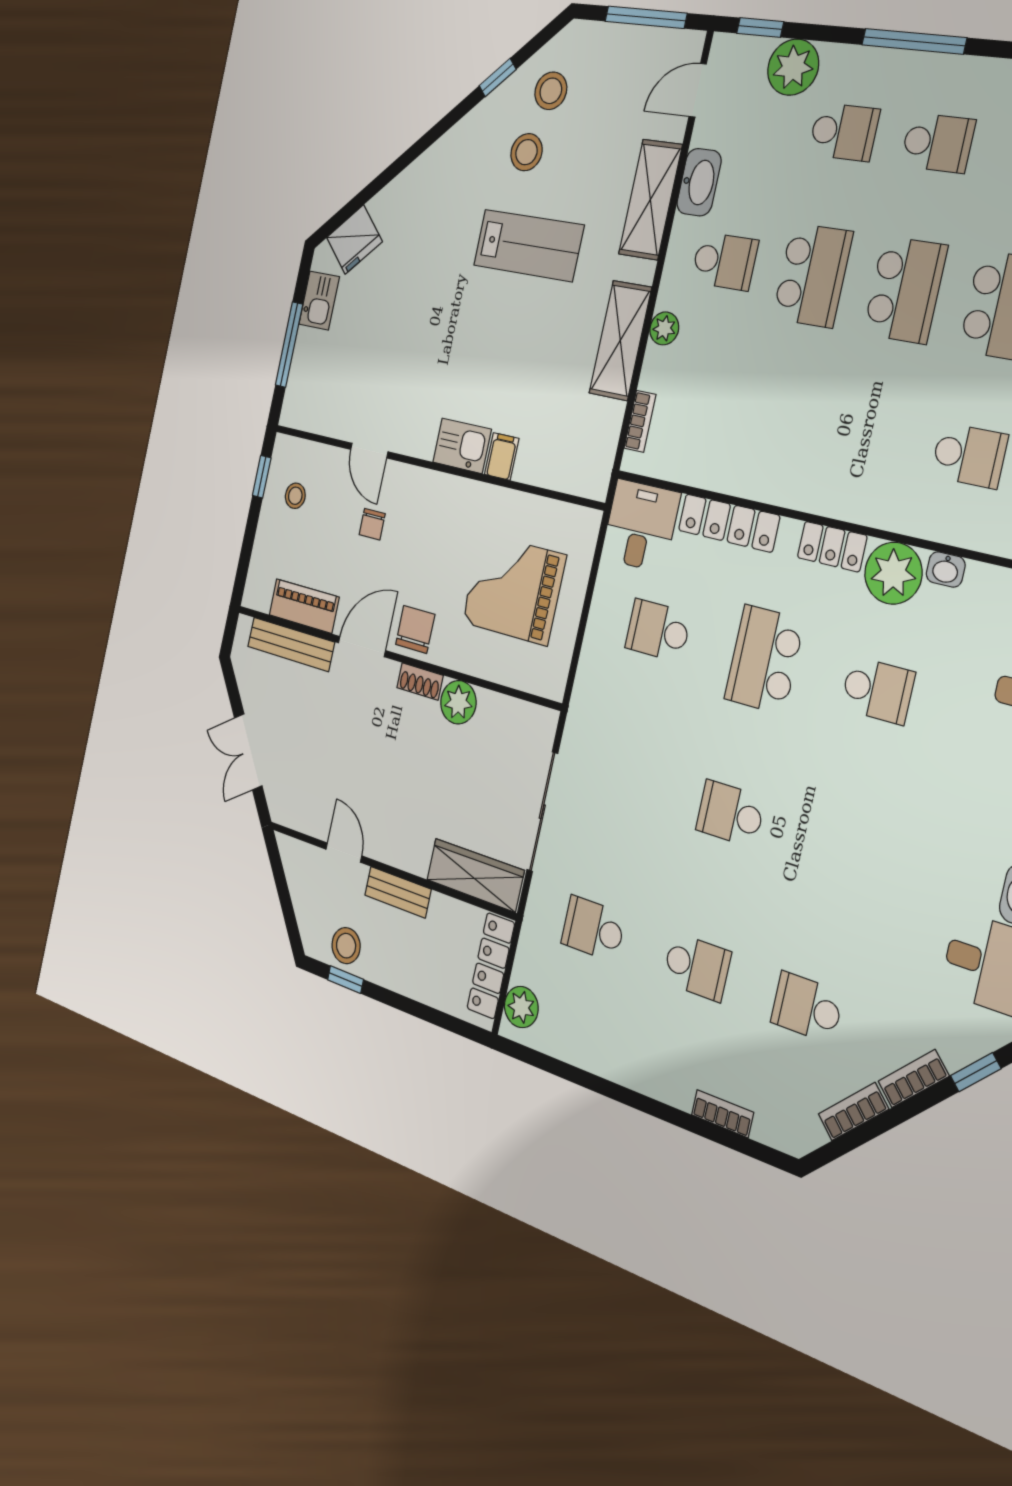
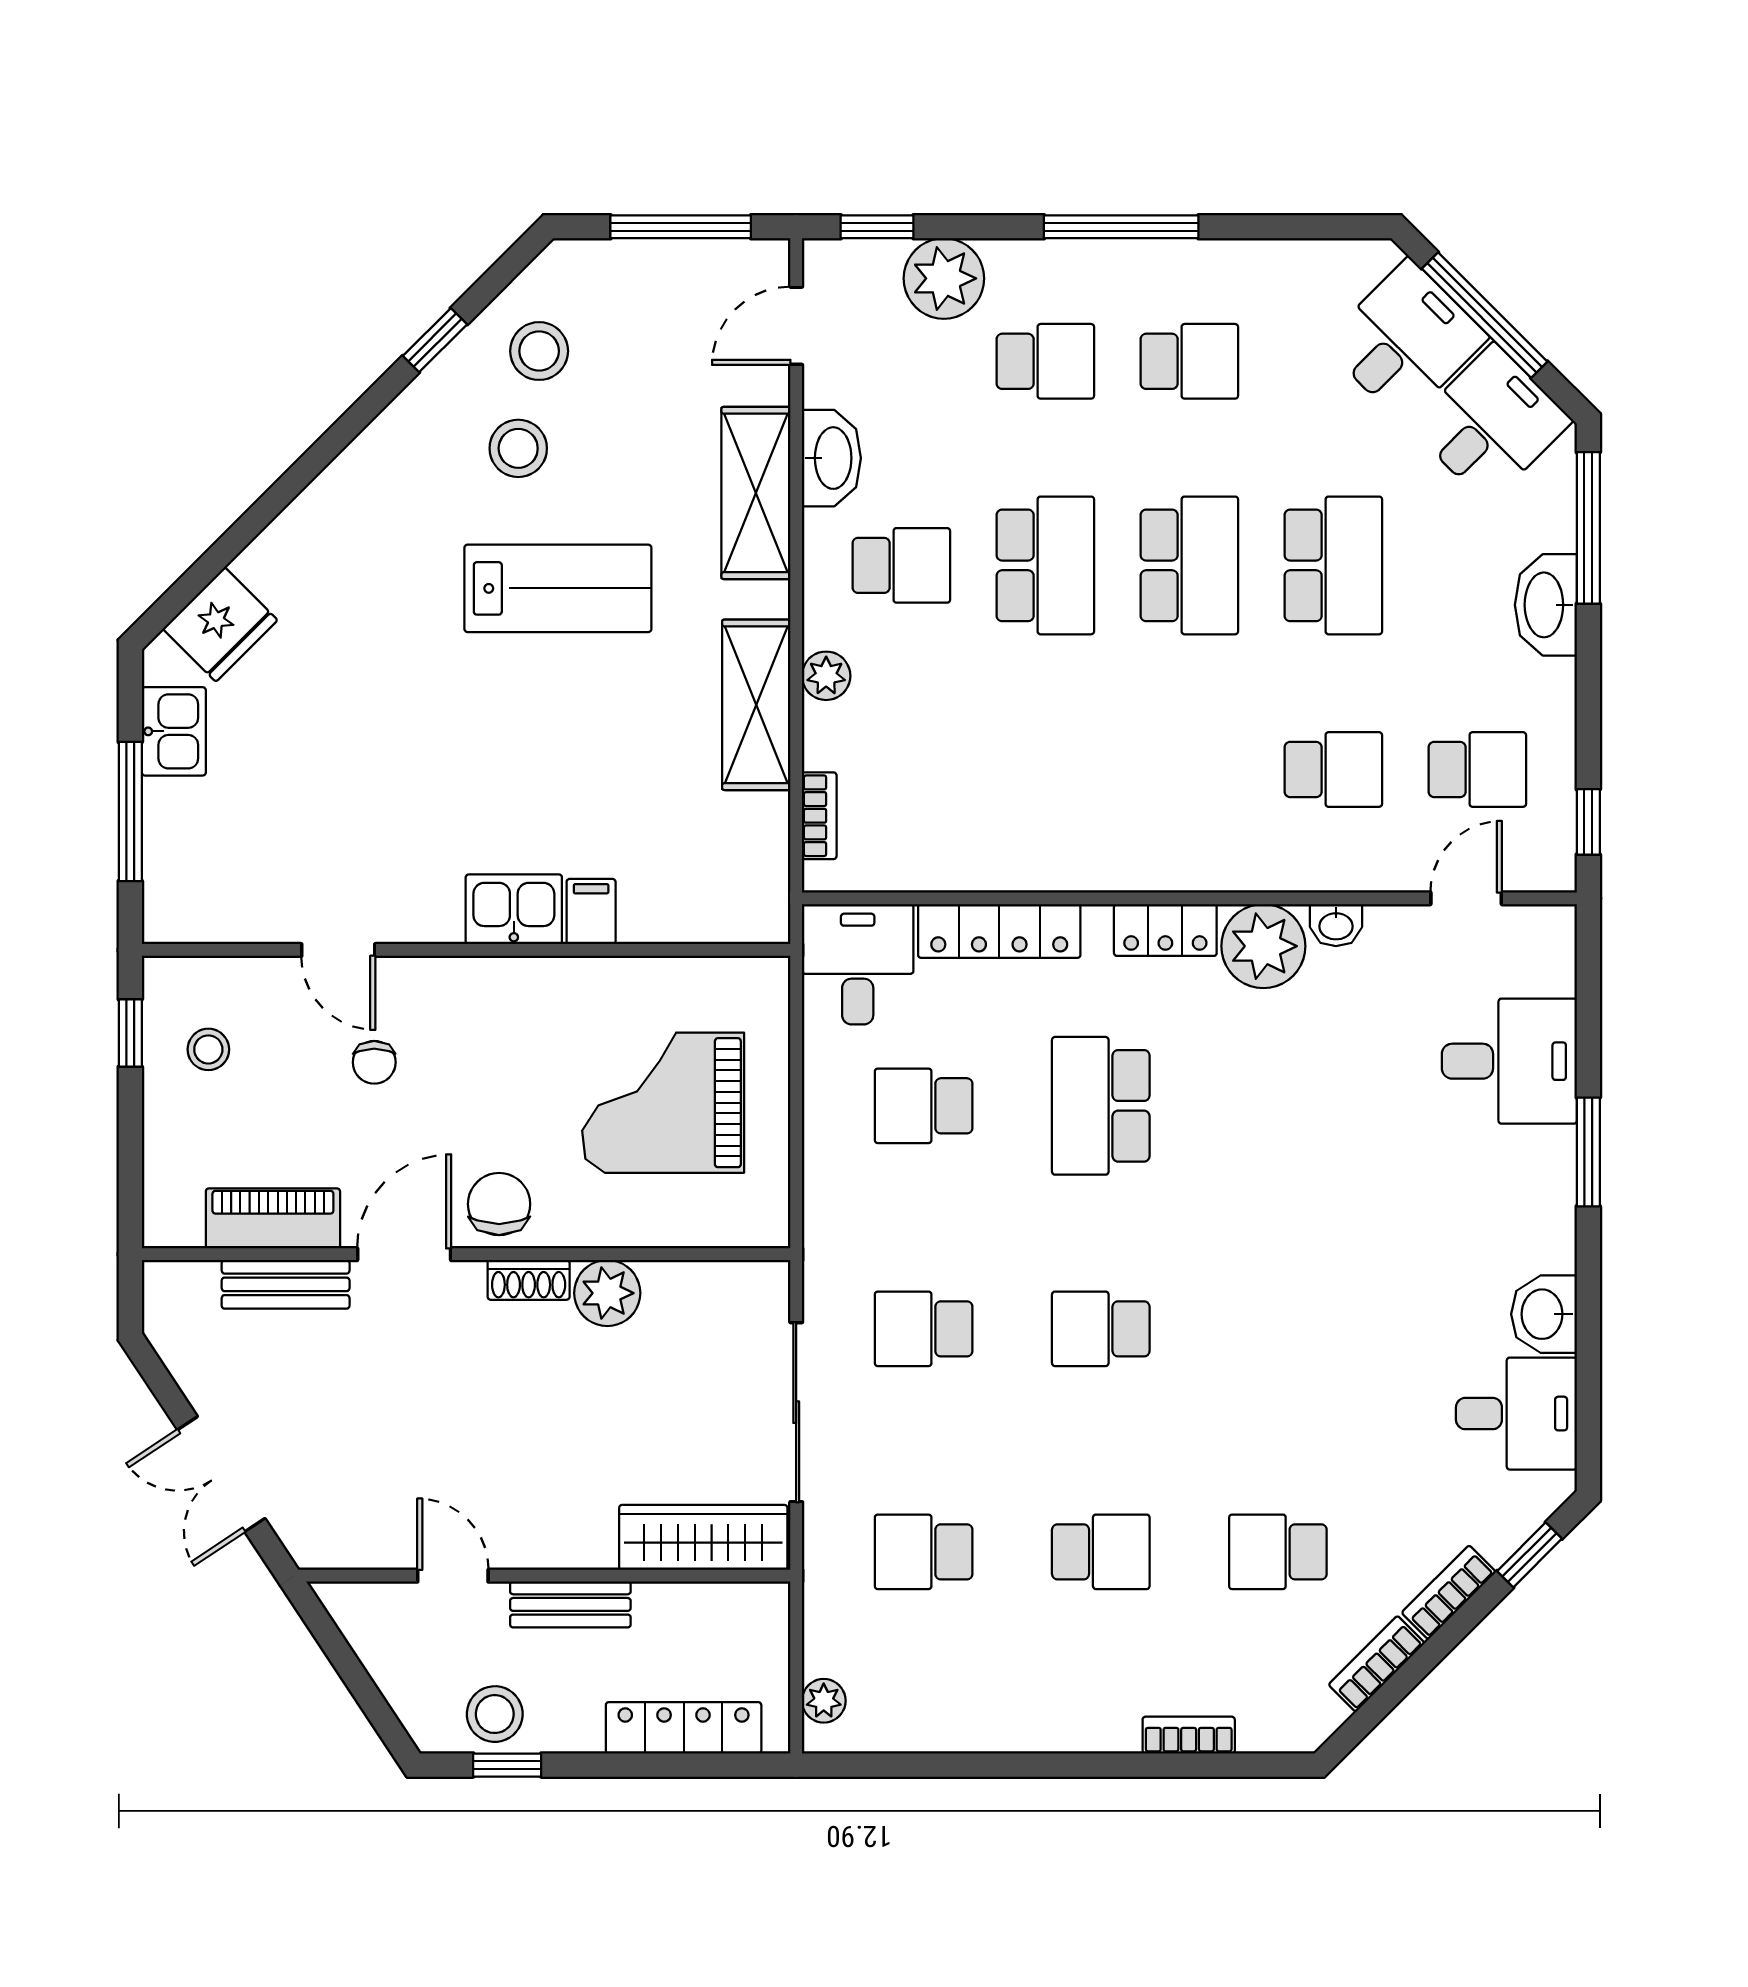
bench: (291, 644) -> (286, 1284), width x0.73
school desk: (877, 690) -> (924, 1329), moved, turned 180
locker: (491, 966) -> (684, 1728), moved, turned 90
plant: (521, 1007) -> (824, 1701), width x0.73, depth x0.73

